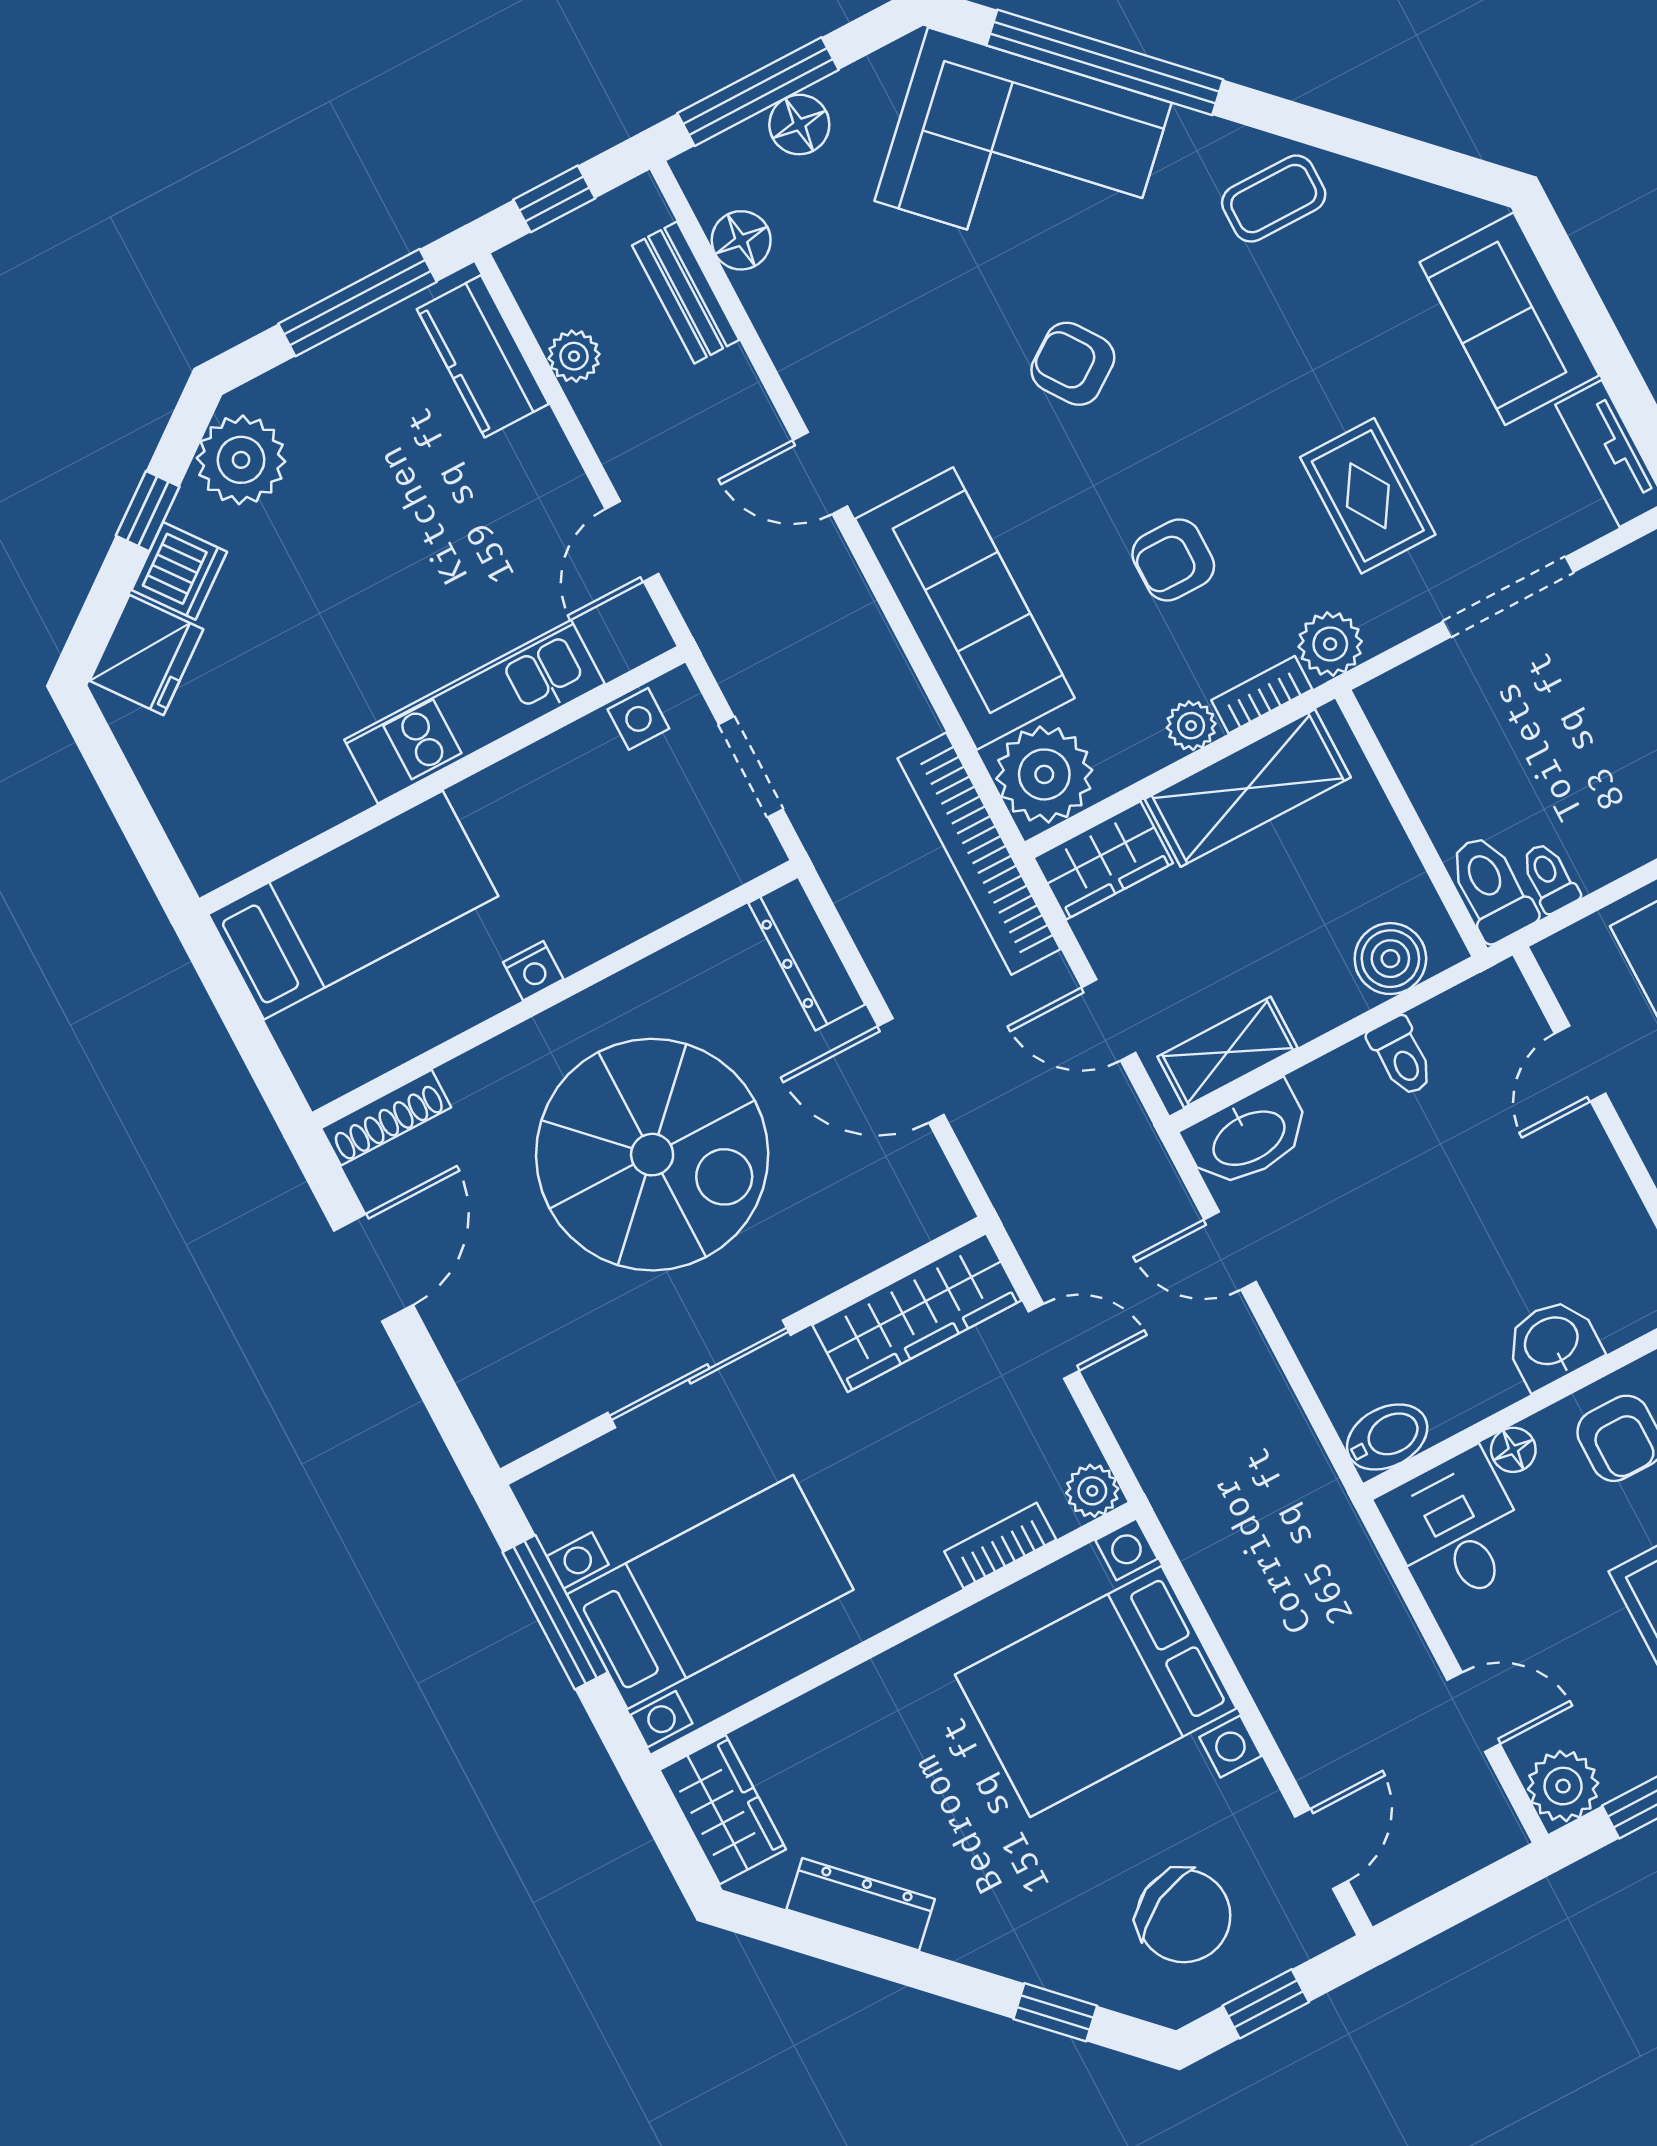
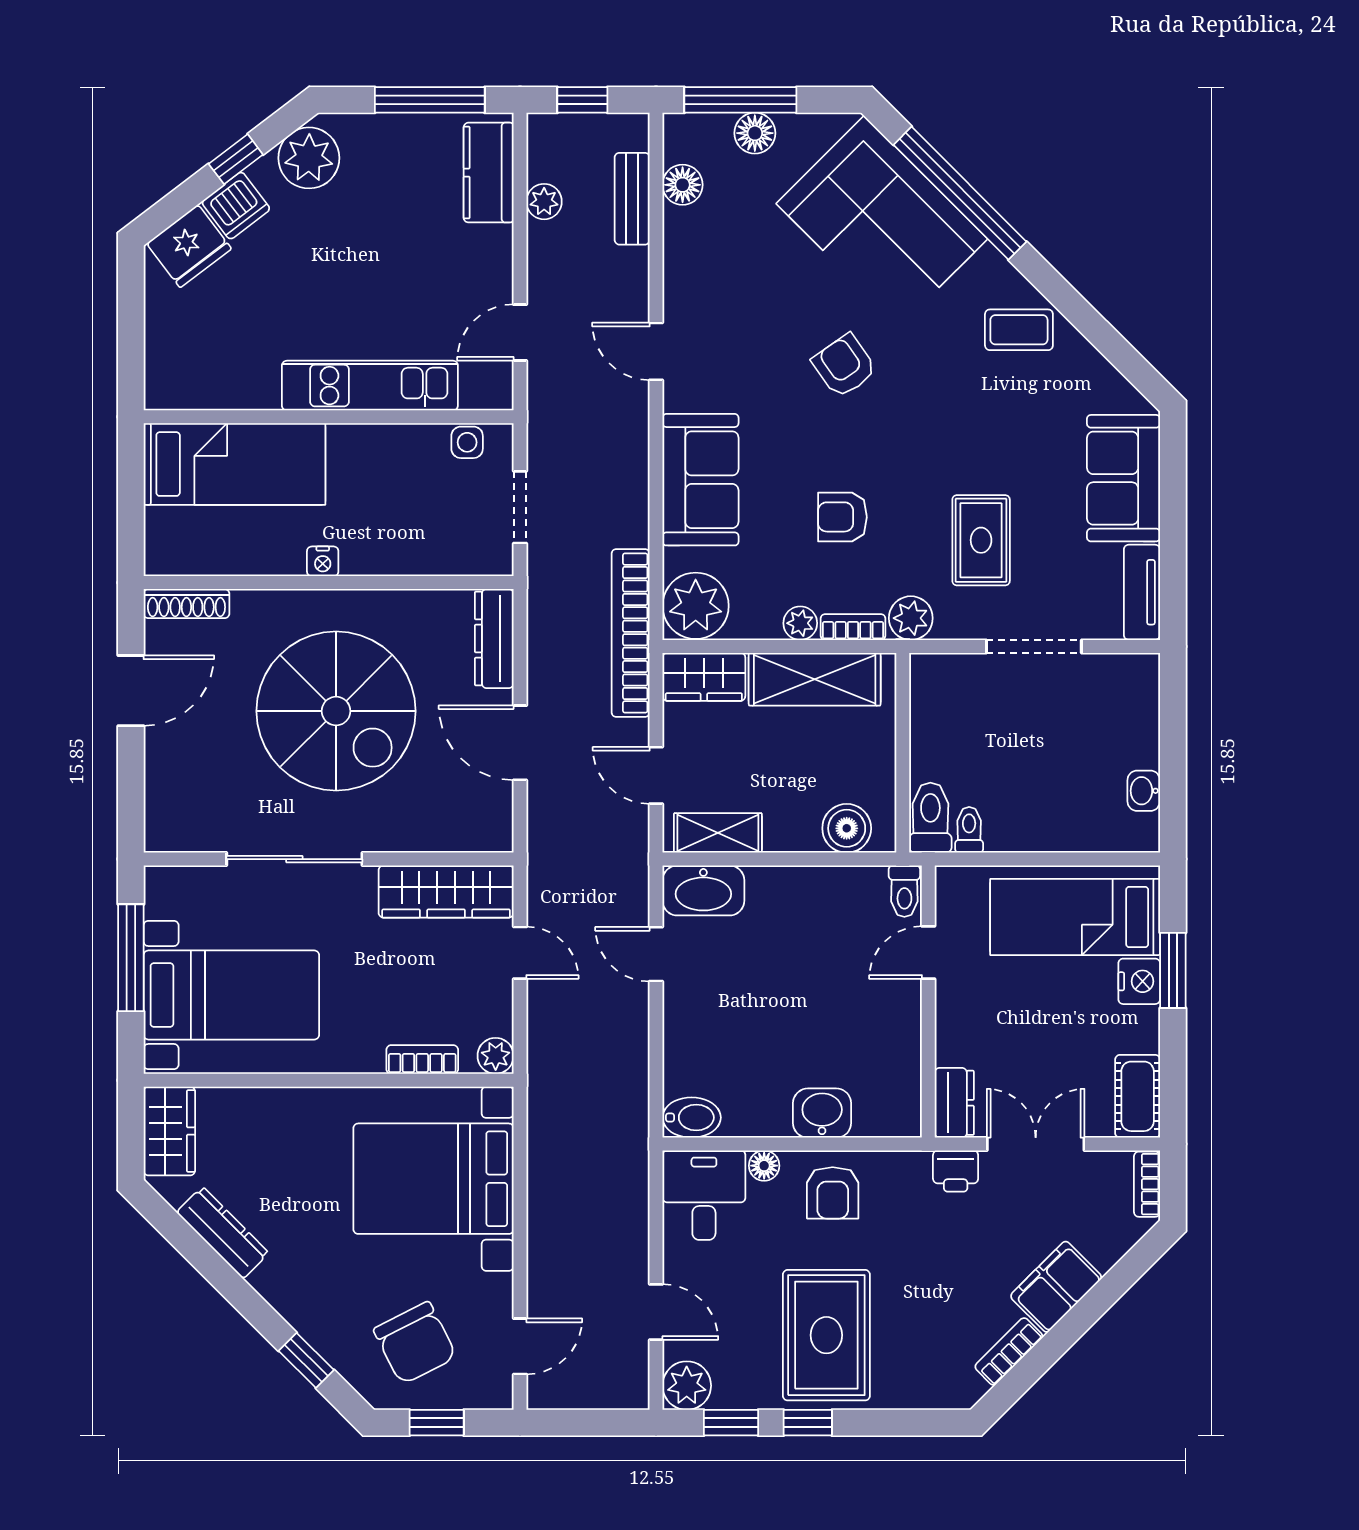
sofa: (965, 608) -> (700, 480), width x0.73
toilet: (1401, 1057) -> (904, 891), moved

